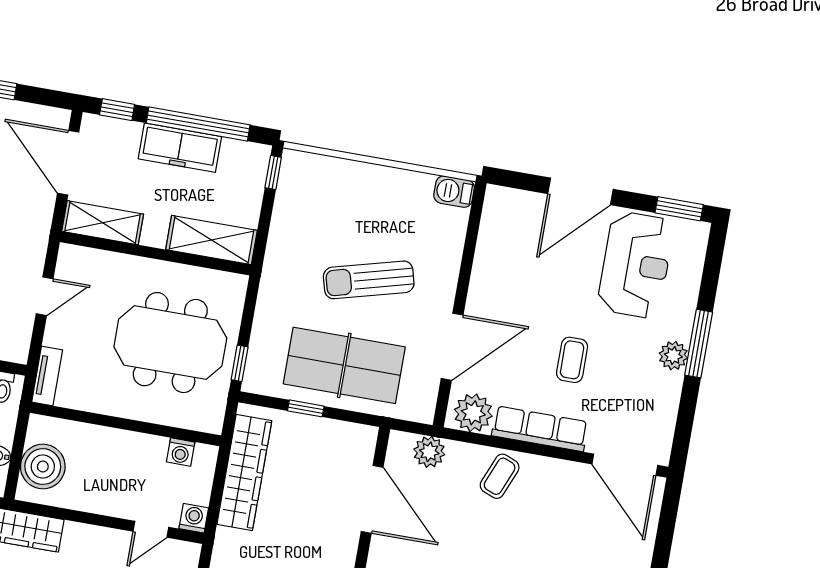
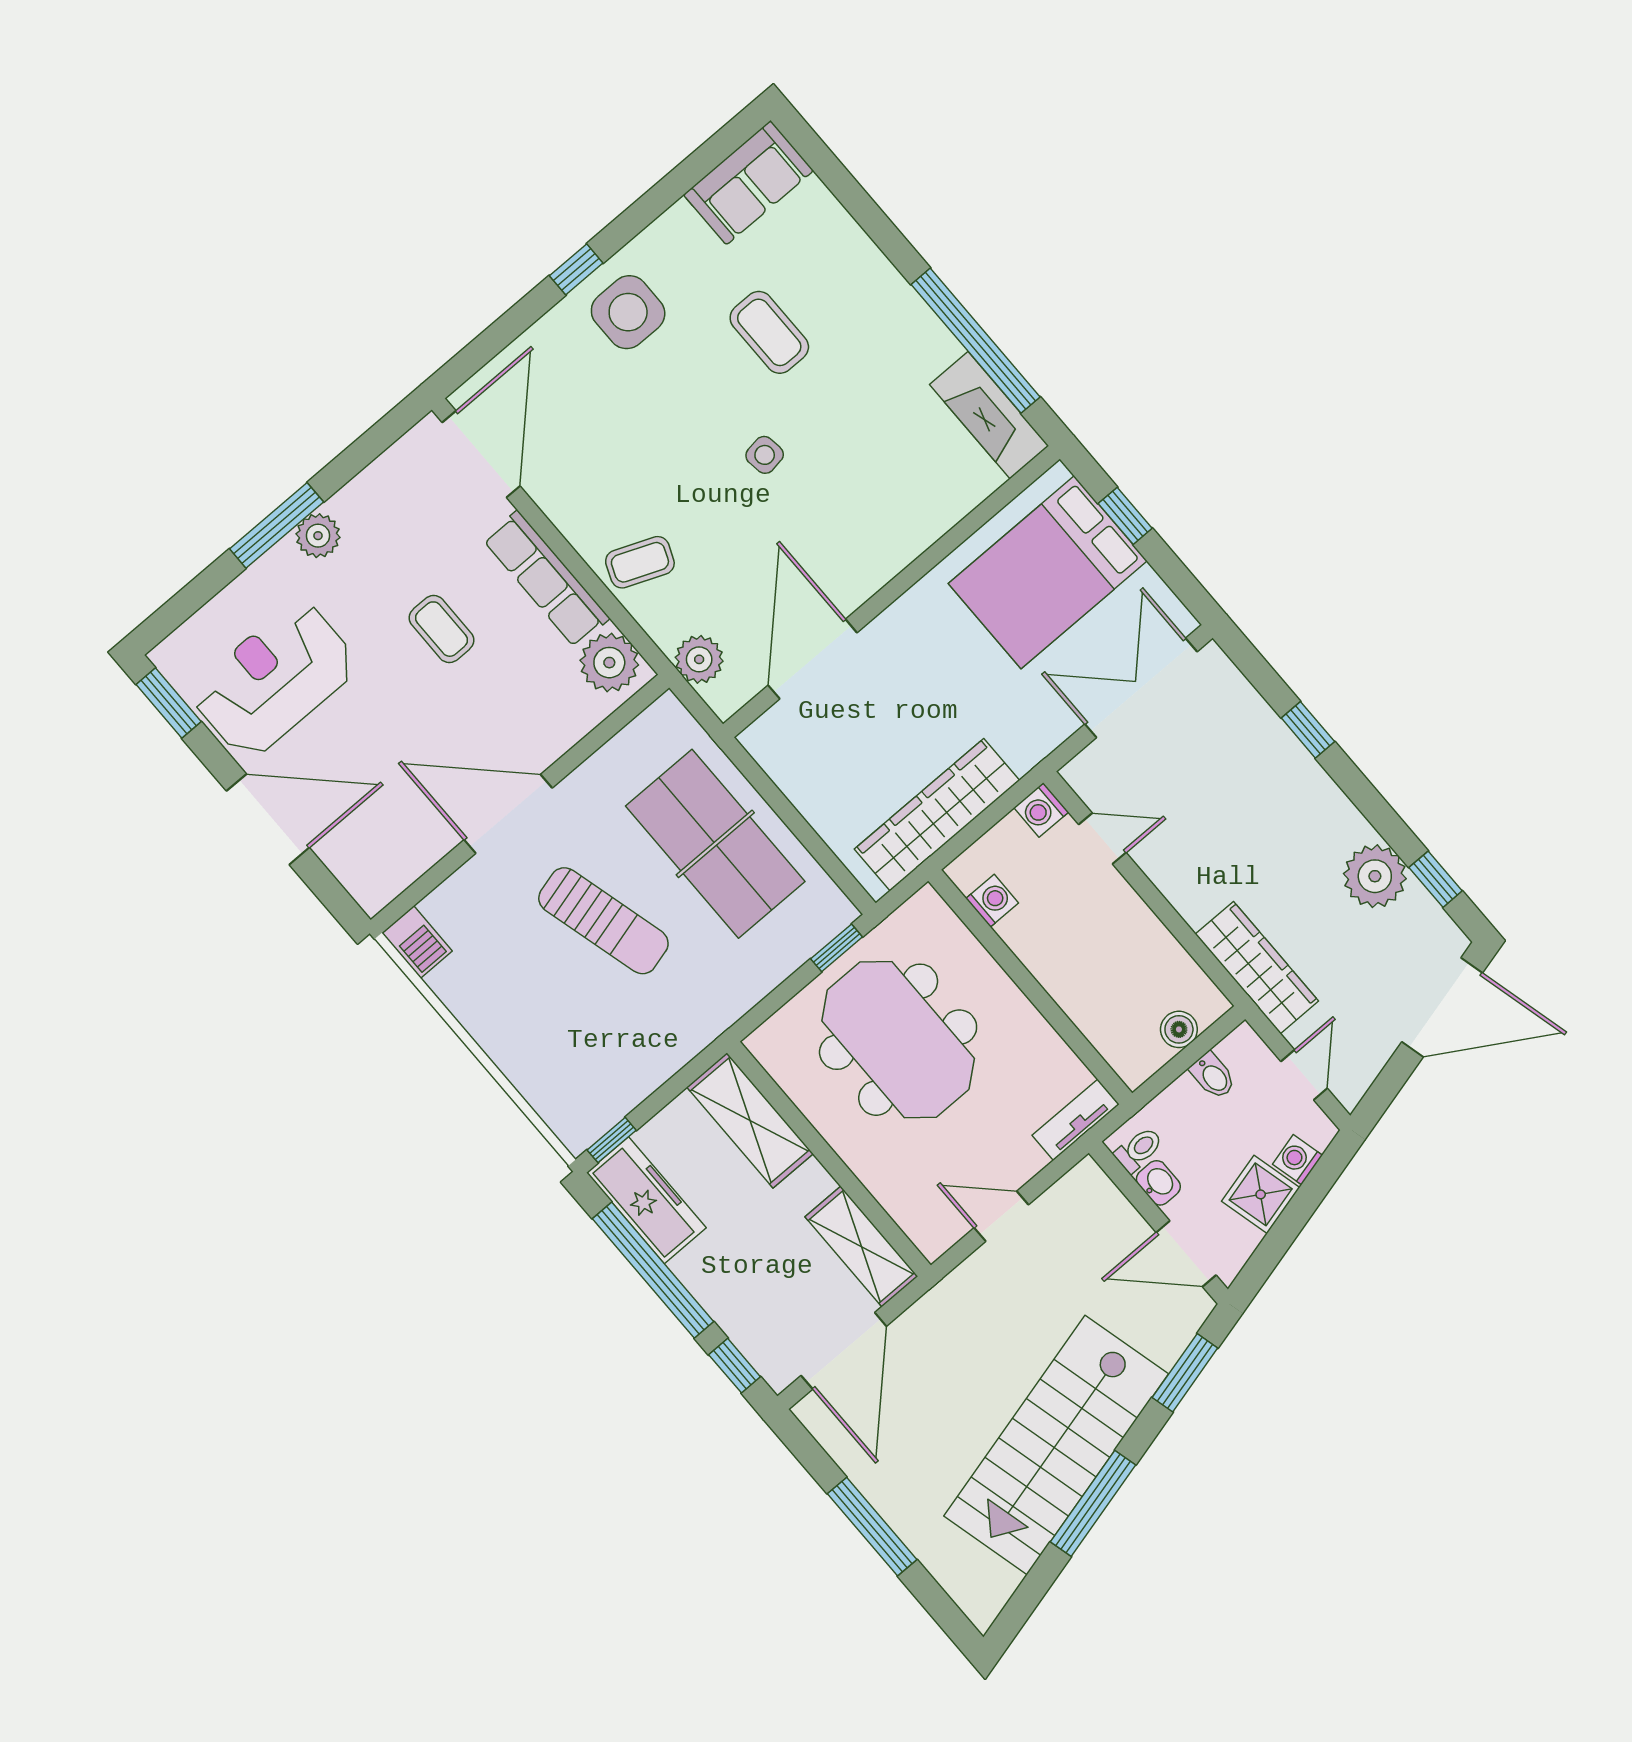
freezer: (180, 148) -> (646, 1200), moved
door: (452, 347) -> (508, 814), moved
coffee table: (572, 360) -> (441, 629), turned 90
window: (306, 408) -> (803, 830), removed
boiler: (43, 467) -> (1179, 1029), width x0.54, depth x0.54

